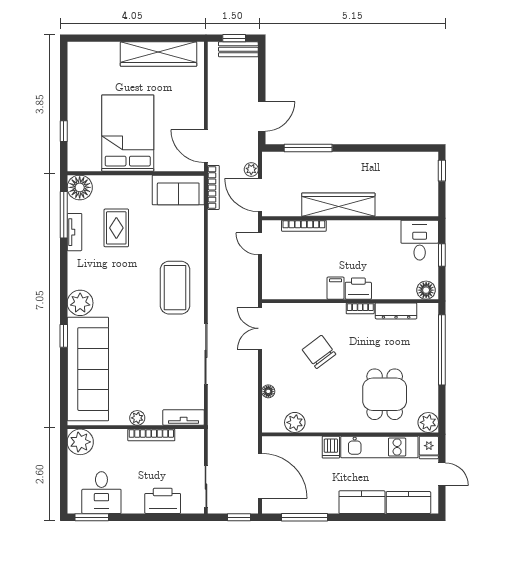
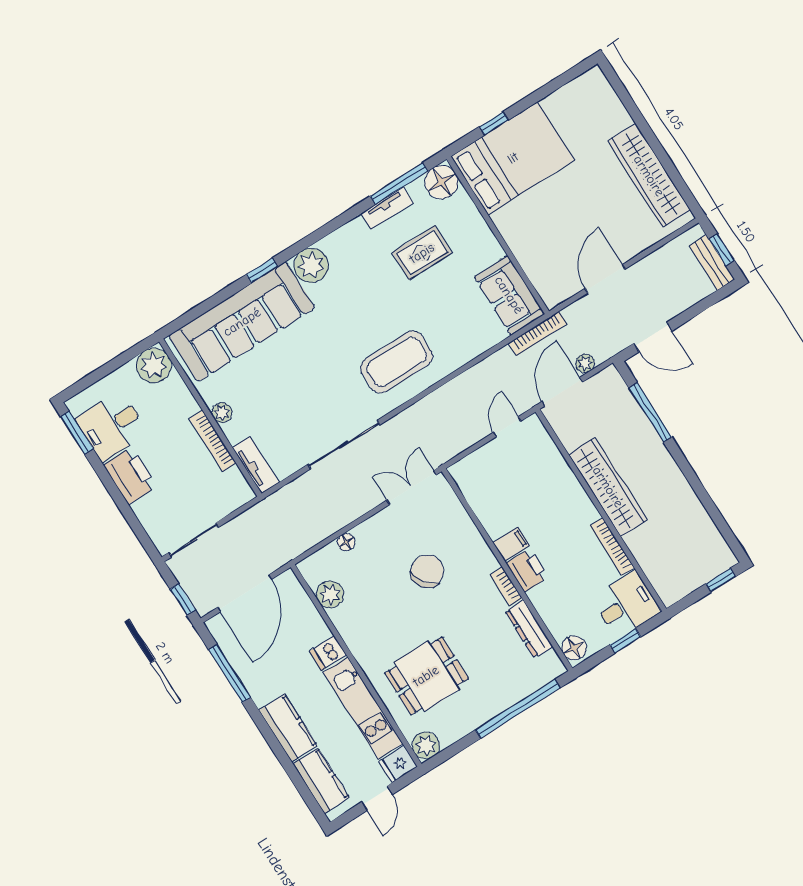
bed: (128, 133) -> (513, 158), moved
door: (206, 146) -> (605, 279), moved
bookcase: (304, 226) -> (612, 547), moved
printer: (163, 501) -> (130, 476), moved

